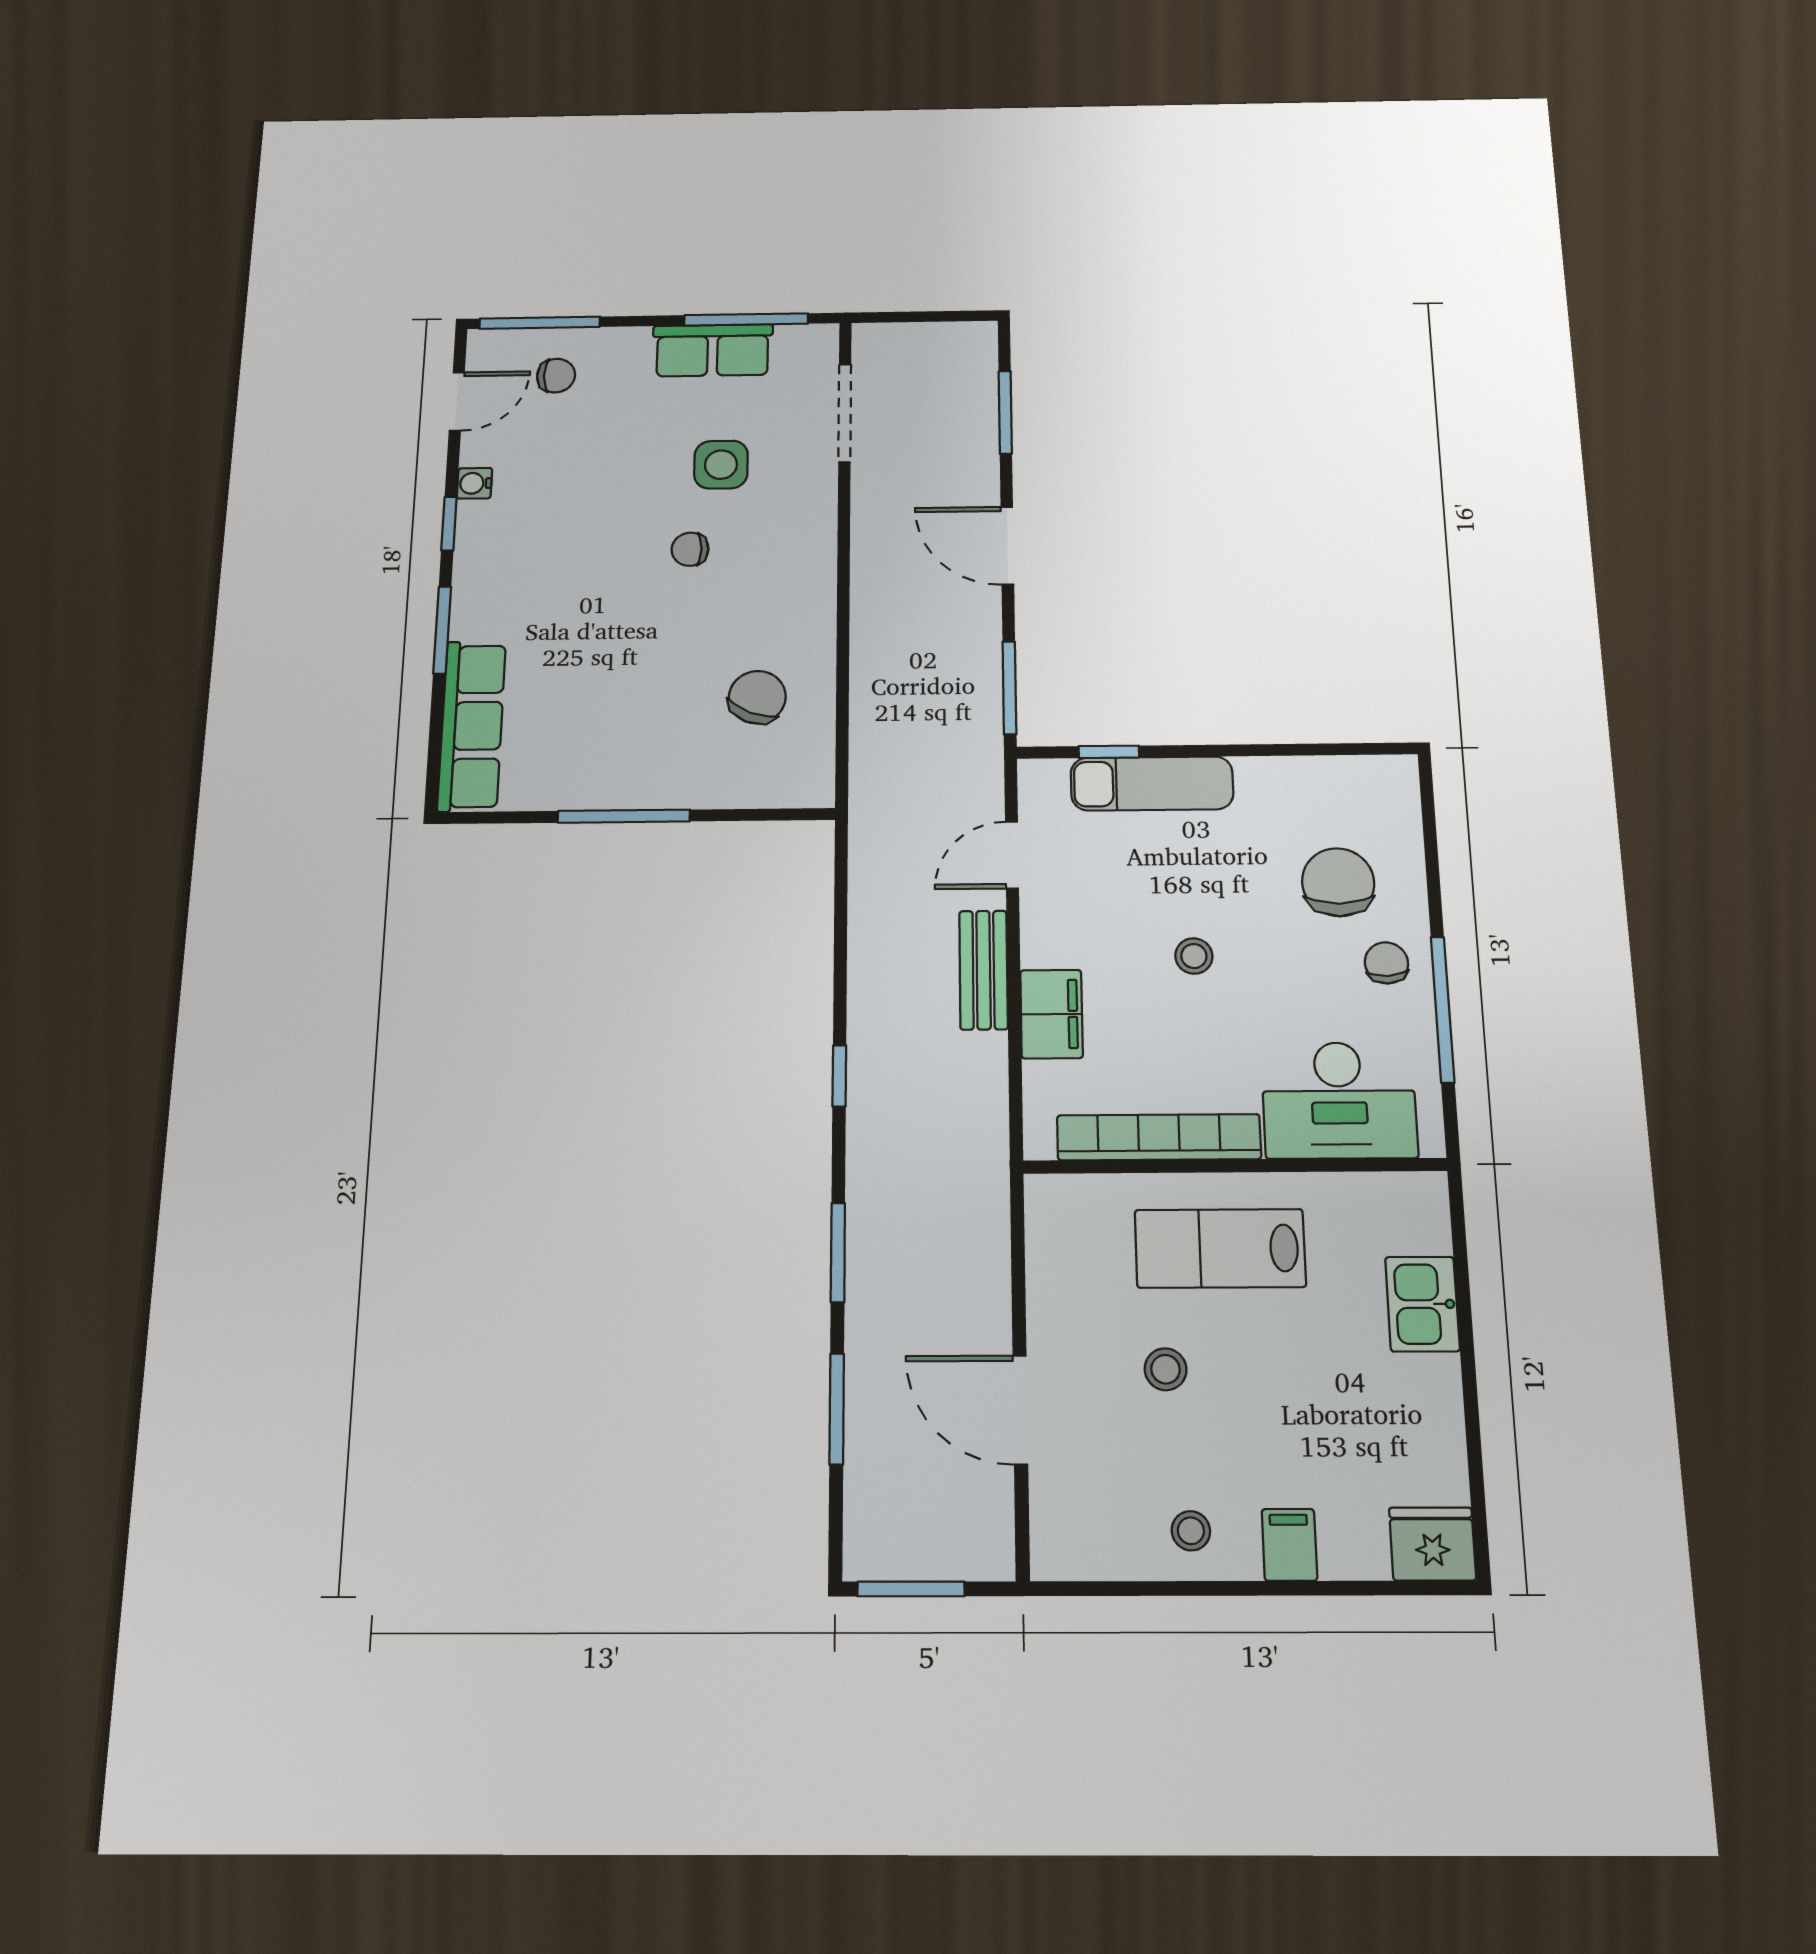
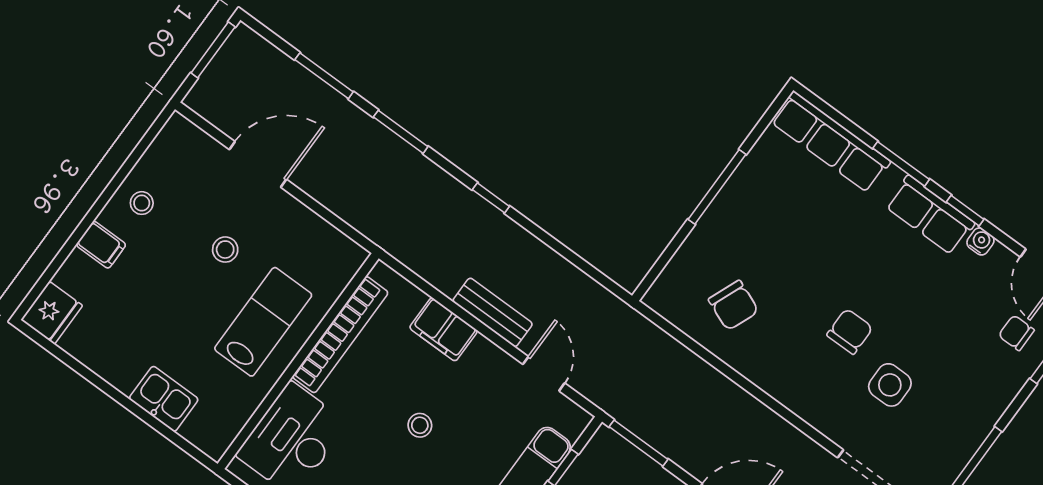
row of seats: (713, 350) -> (930, 215), moved, turned -90
chair: (556, 376) -> (1016, 333), turned 90
chair: (690, 549) -> (850, 331), width x1.37, depth x1.37

